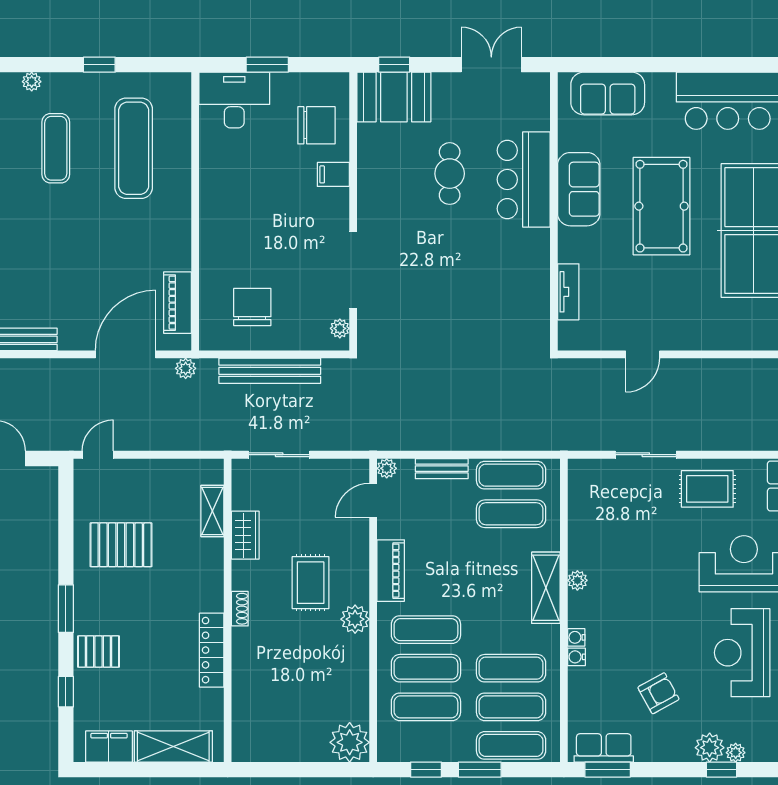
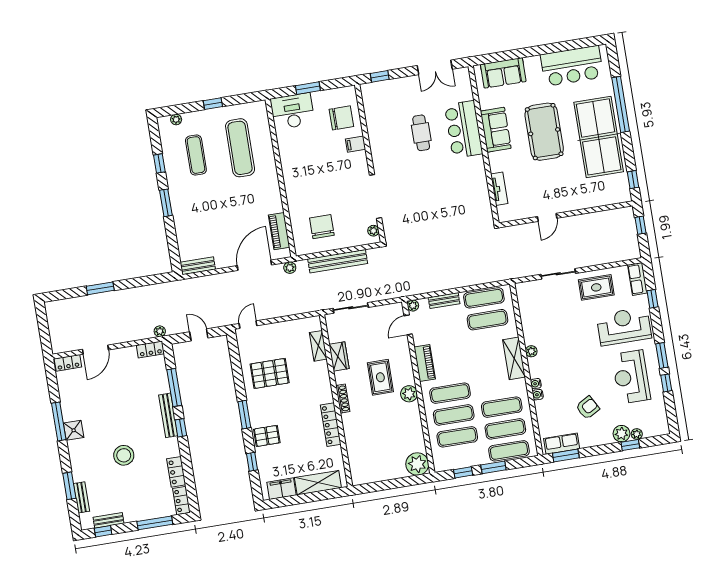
double door: (491, 65) -> (435, 67), swing flipped
booth: (394, 97) -> (383, 95), removed
shoe rack: (240, 609) -> (343, 399), width x1.43

